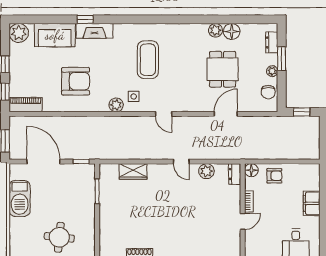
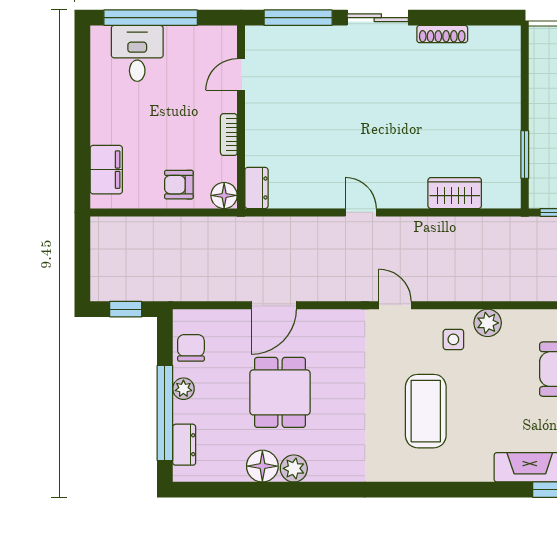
window: (282, 59) -> (165, 413), width x2.11
plant: (206, 171) -> (311, 194), removed
filing cabinet: (312, 203) -> (106, 170), moved
door: (243, 221) -> (241, 74), moved

